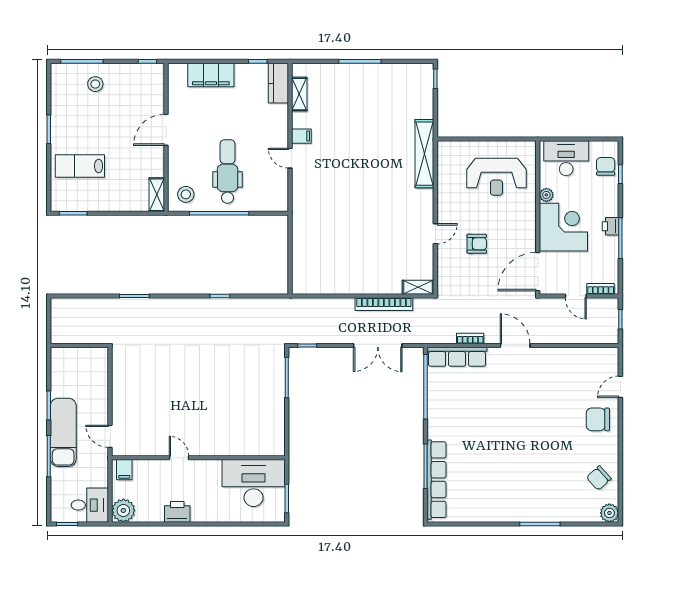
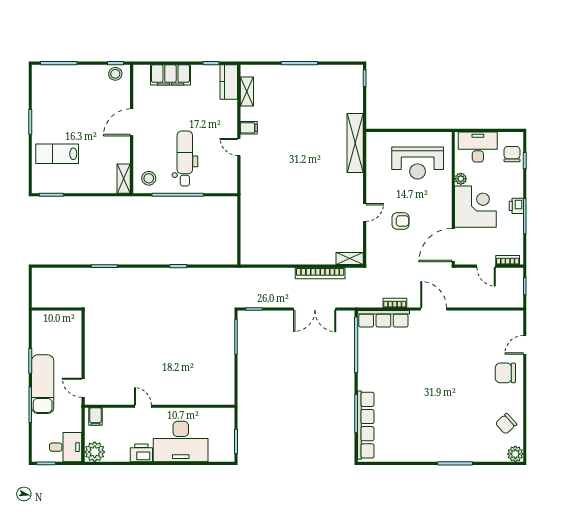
stool: (95, 84) -> (115, 74), moved
desk: (254, 483) -> (181, 442), moved, turned 180

